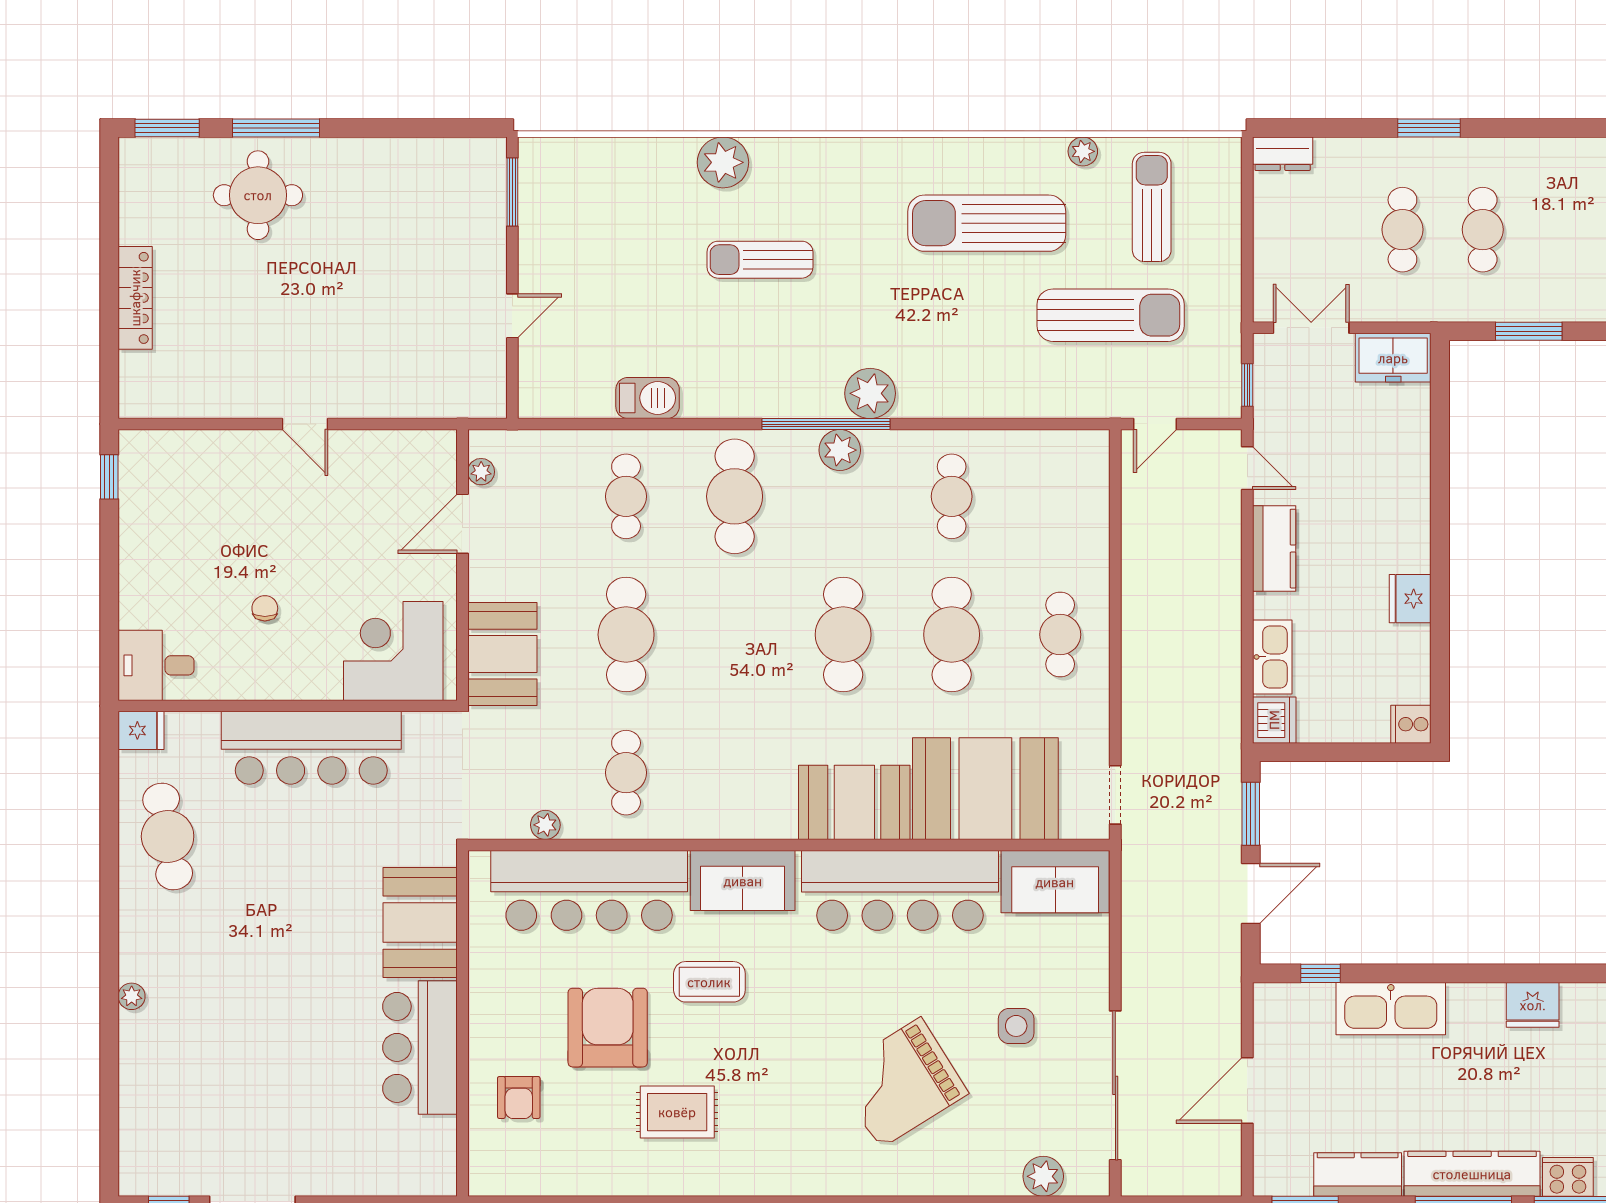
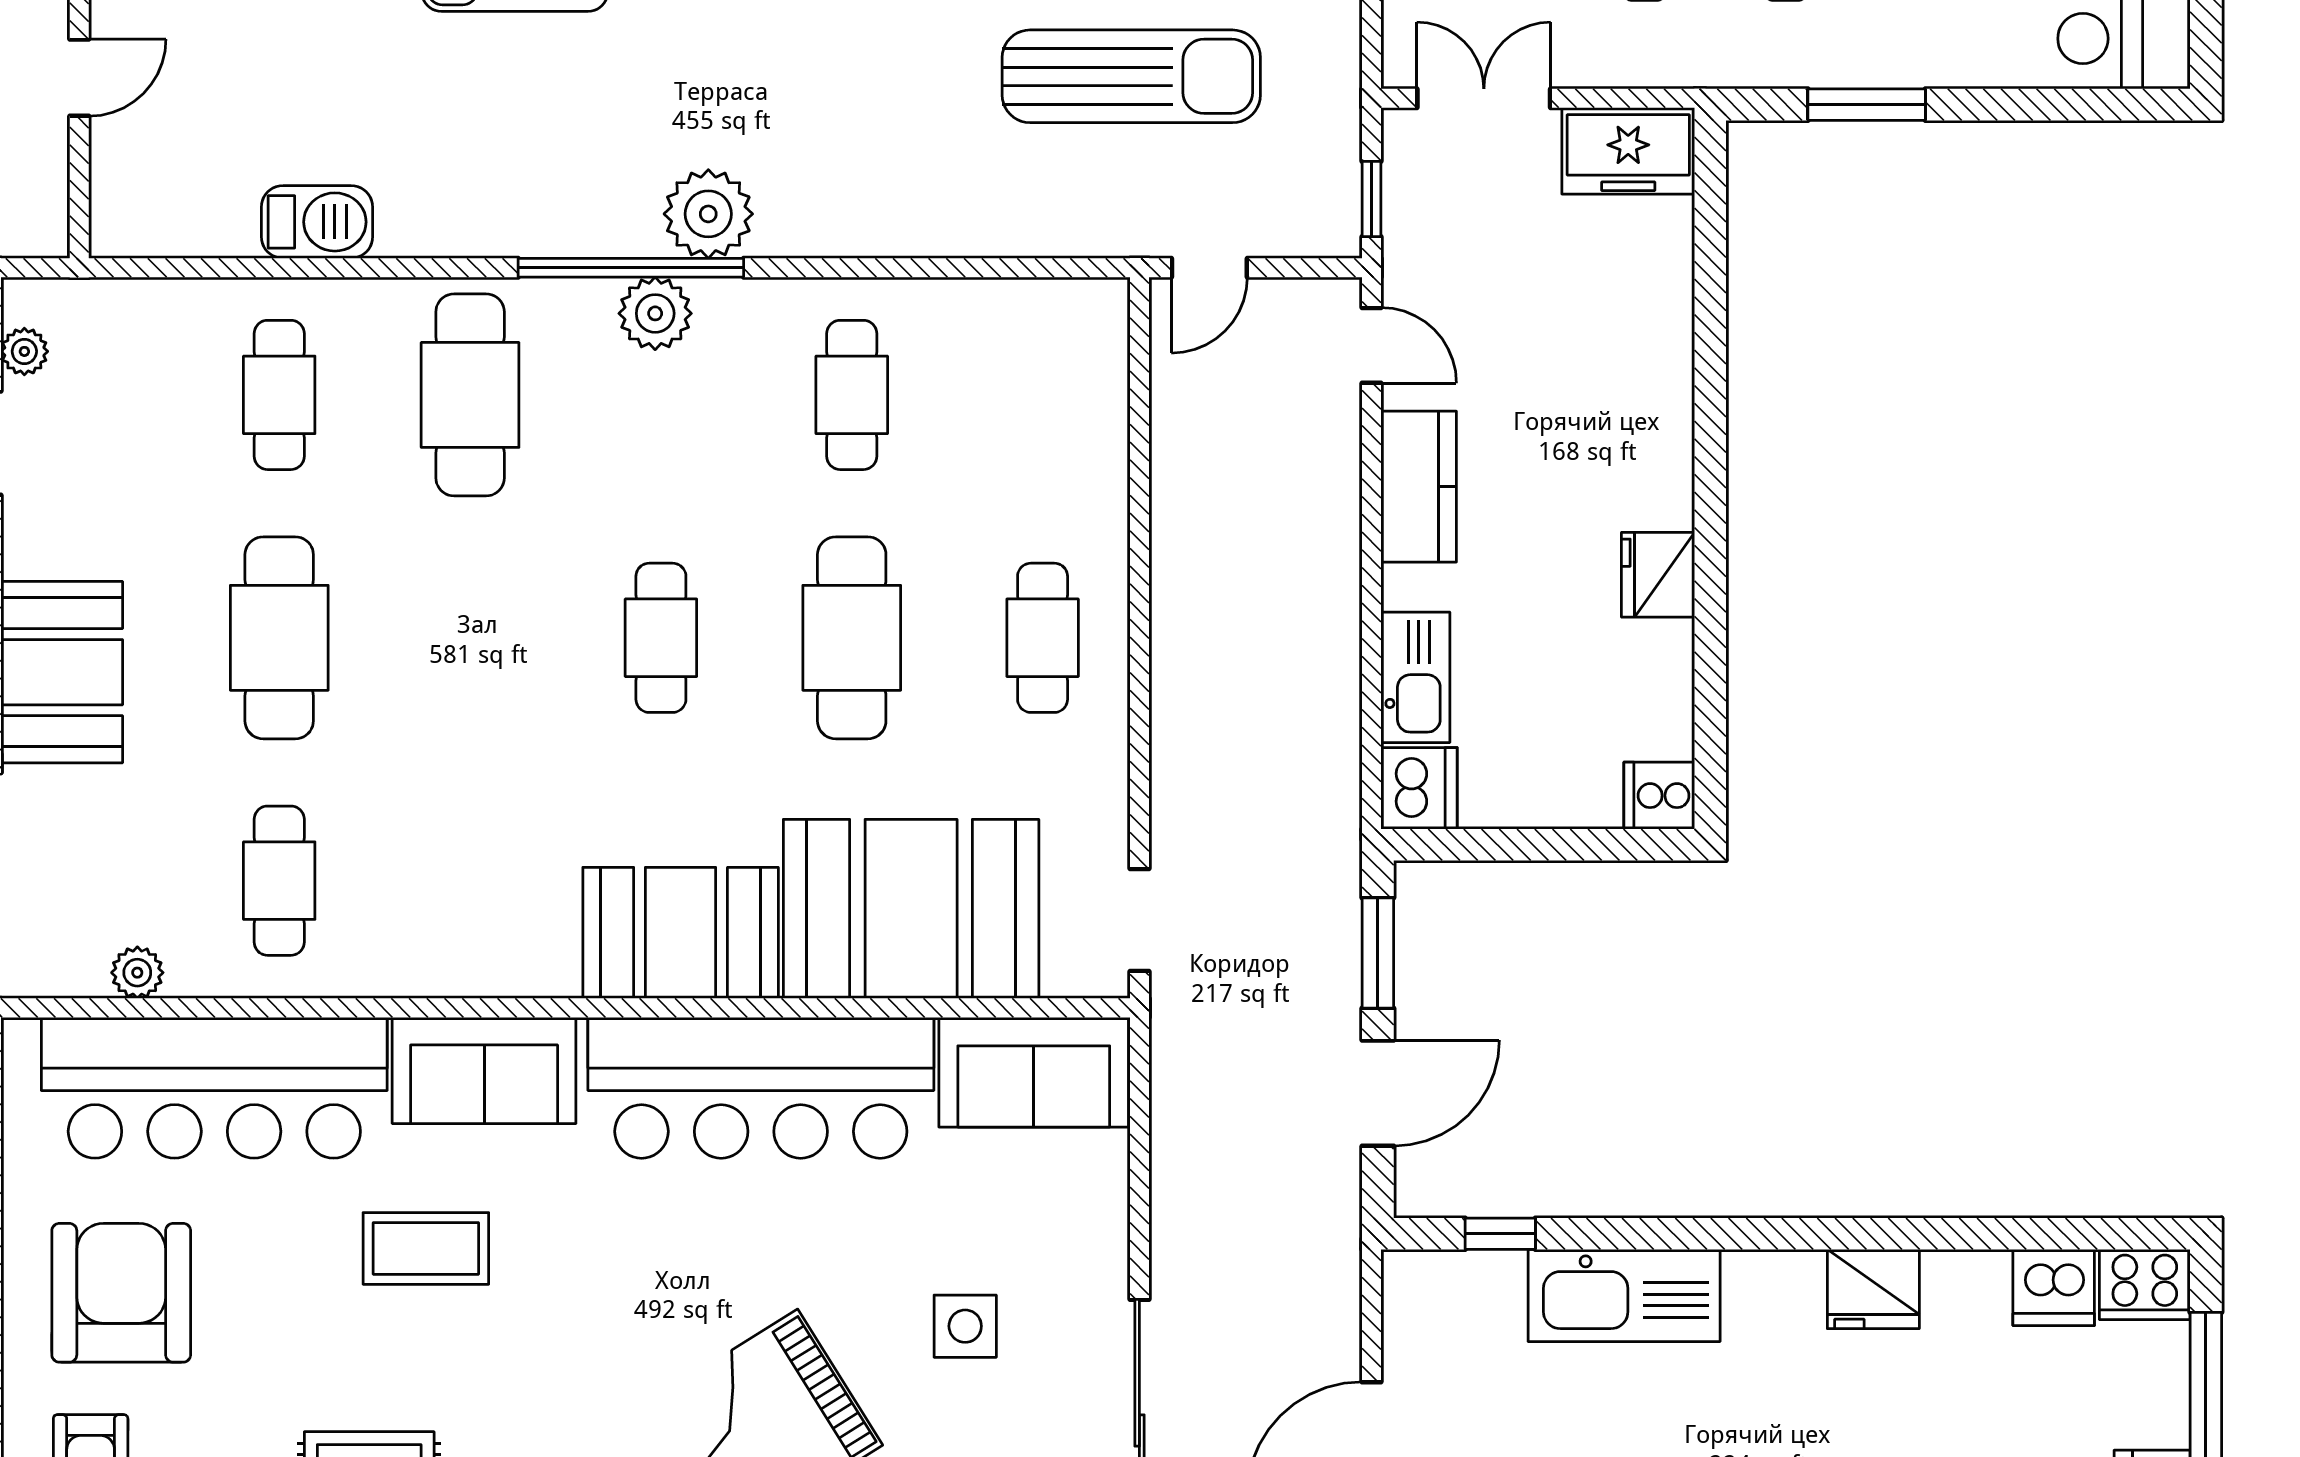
cafe table: (843, 635) -> (661, 638), width x0.73, depth x0.74
armchair: (608, 1028) -> (121, 1293), moved

